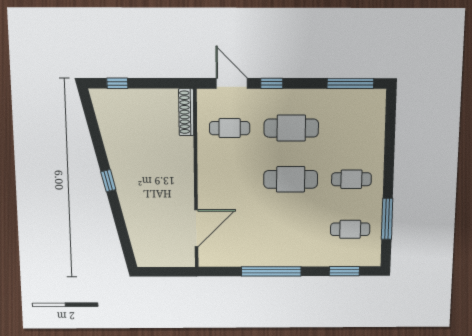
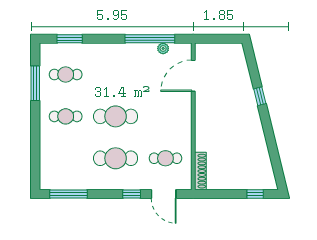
window: (108, 181) -> (260, 96), moved
plant: (233, 260) -> (163, 48), added
window: (271, 271) -> (150, 39), moved

